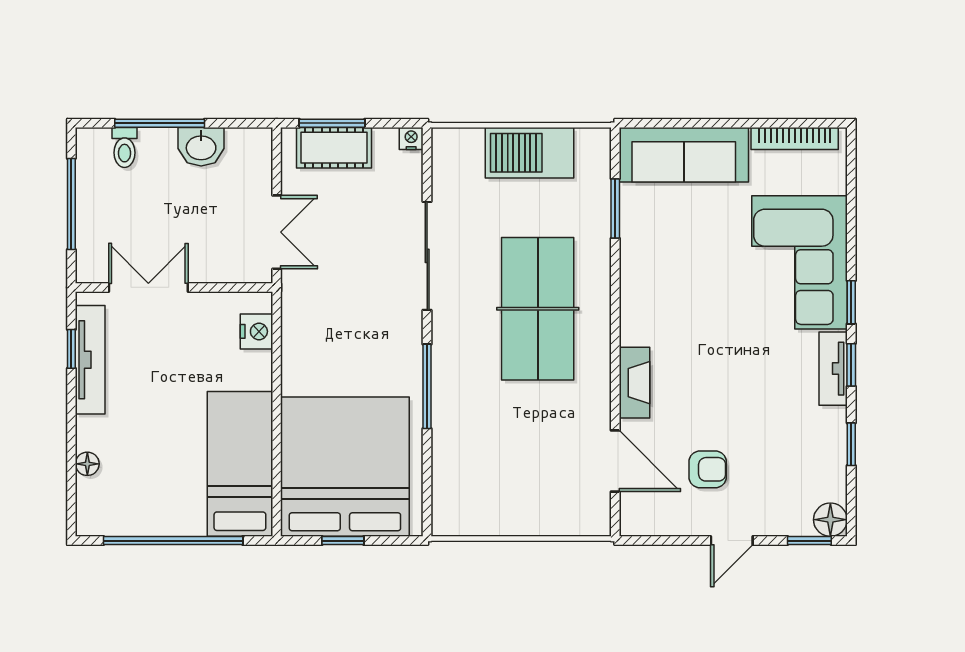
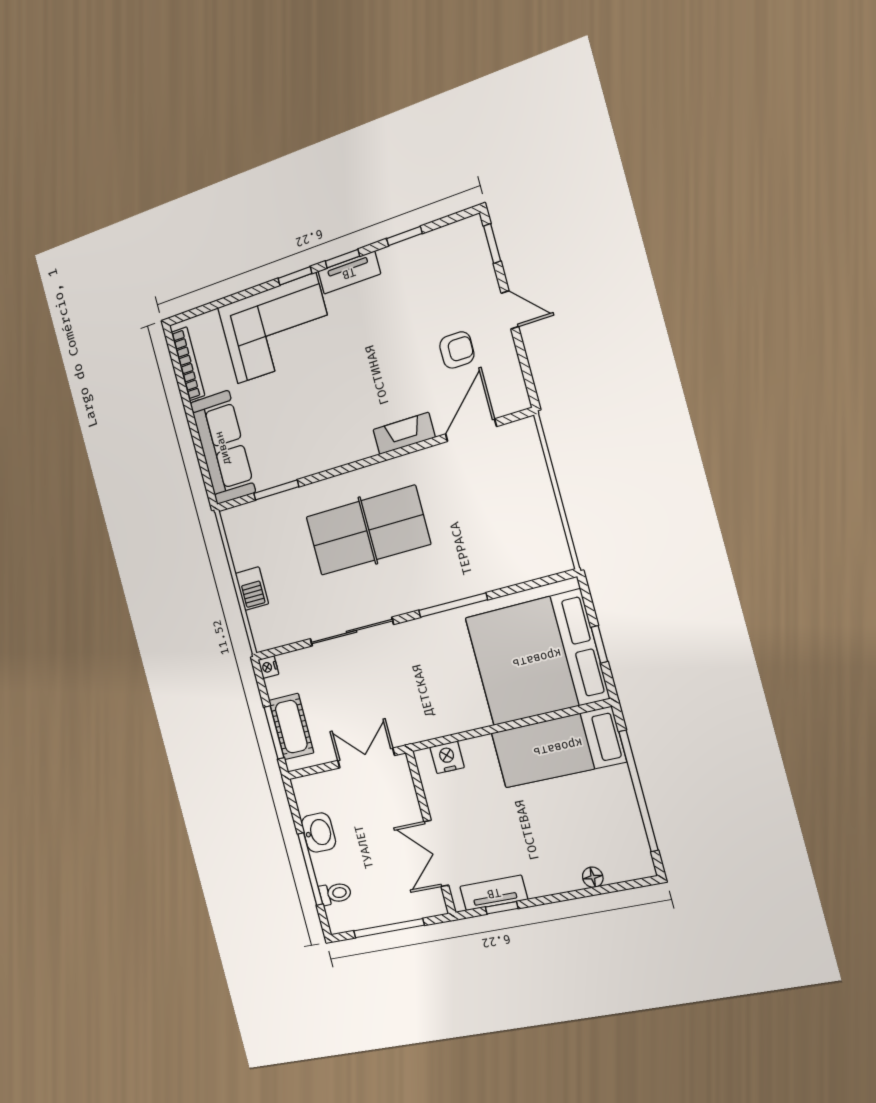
barbecue: (529, 153) -> (252, 589), width x0.53, depth x0.65
tv unit: (90, 360) -> (494, 893), width x0.71
armchair: (708, 469) -> (457, 350), turned 90
floor lamp: (830, 520) -> (470, 232), removed

